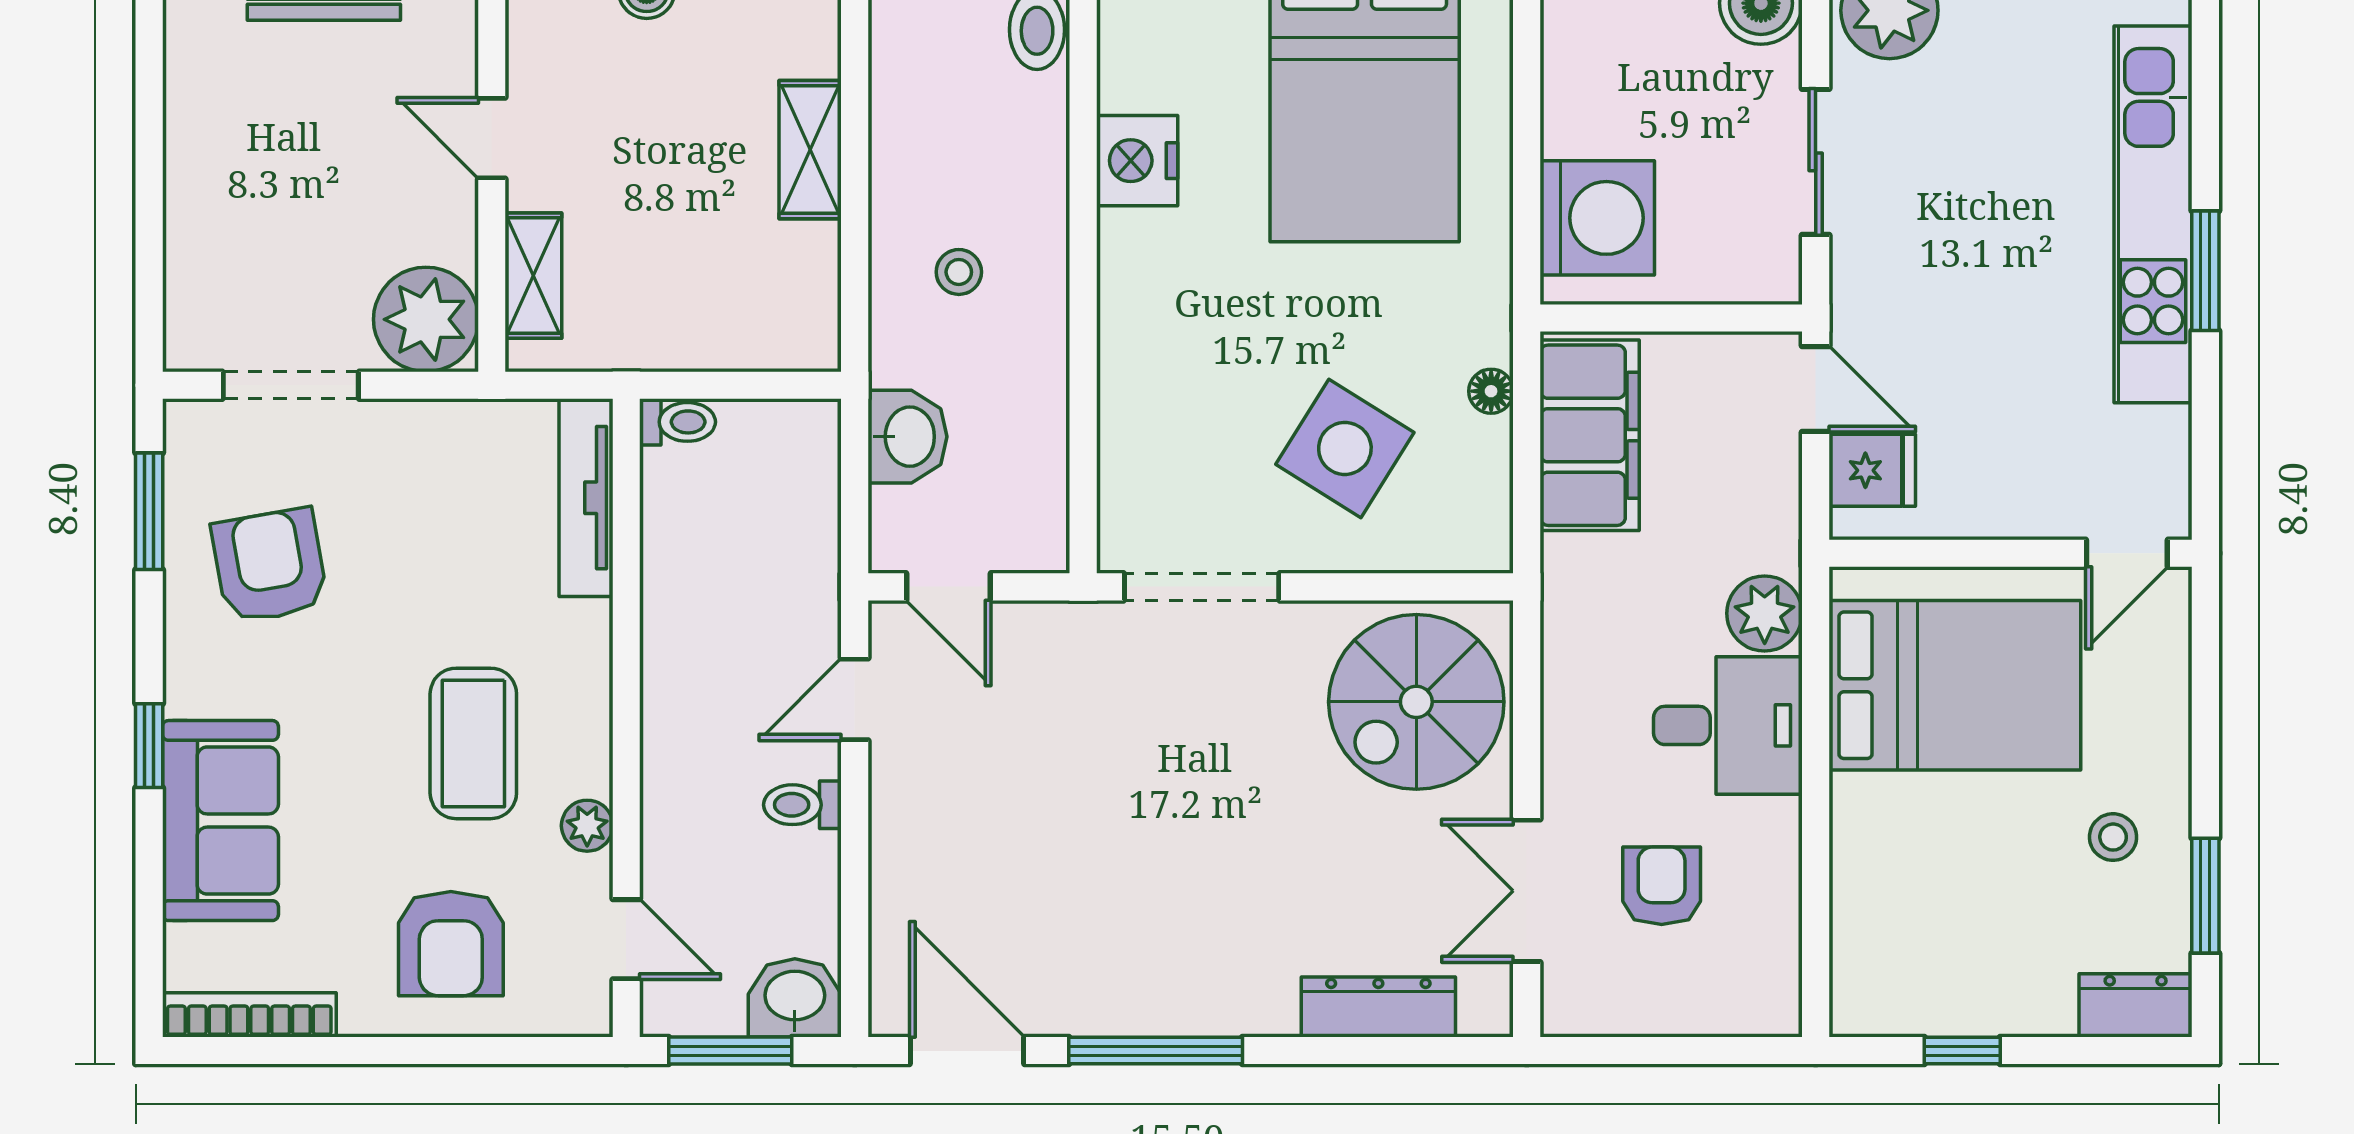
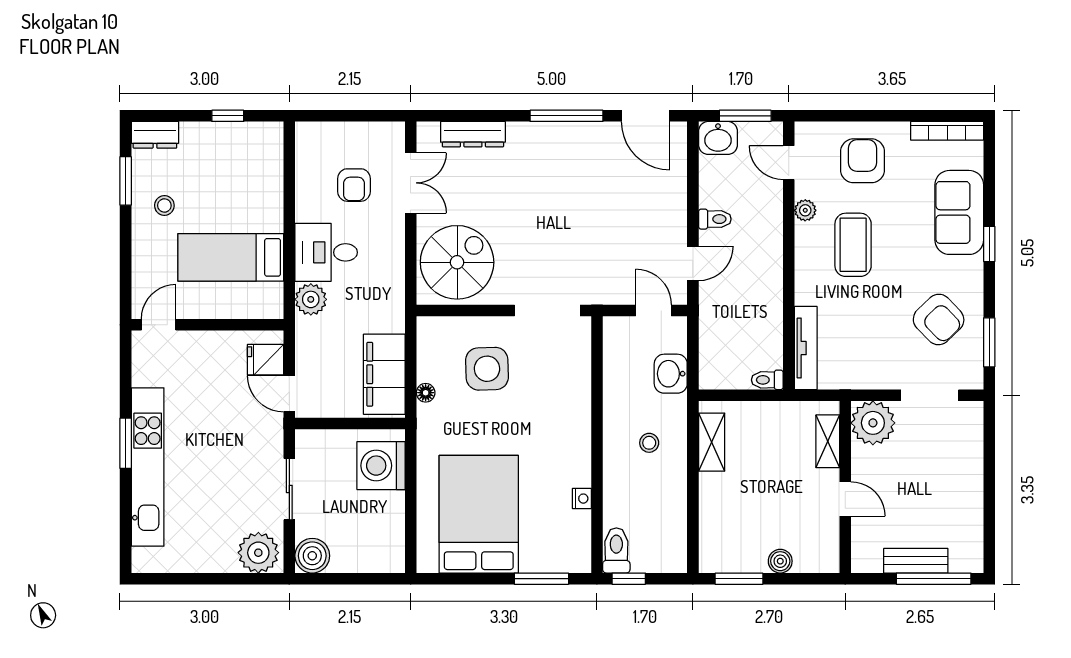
shelving: (810, 150) -> (712, 442), moved
nightstand: (1137, 161) -> (582, 499), width x0.53, depth x0.56
side table: (1345, 448) -> (487, 369), turned -34
armchair: (270, 566) -> (939, 319), turned -34
bed: (1955, 685) -> (231, 257), width x0.67

